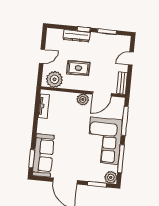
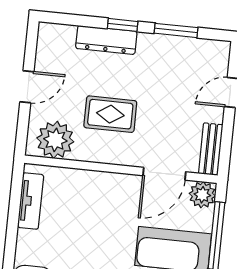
plant: (83, 99) -> (202, 195), moved

